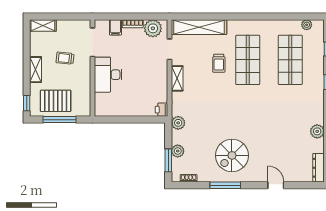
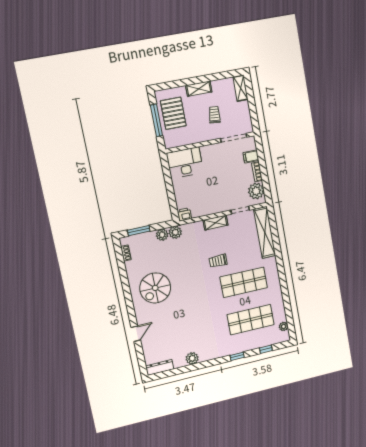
trolley: (219, 63) -> (218, 261), moved
desk: (108, 75) -> (185, 163), moved
window: (27, 103) -> (166, 86), removed
plant: (178, 151) -> (162, 235), moved
spiral stairs: (232, 155) -> (155, 288), turned -90
window: (225, 185) -> (126, 288), removed

